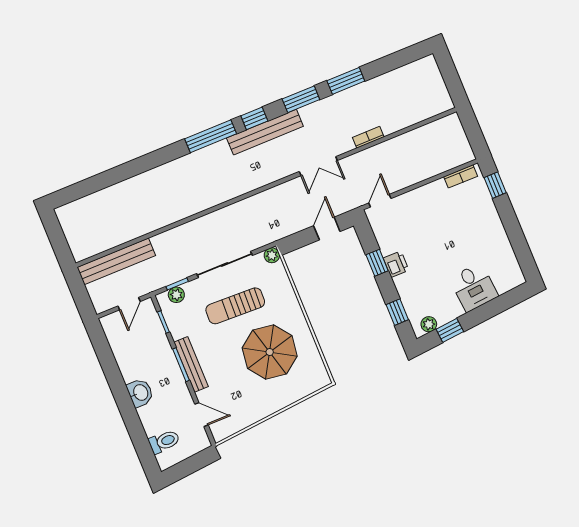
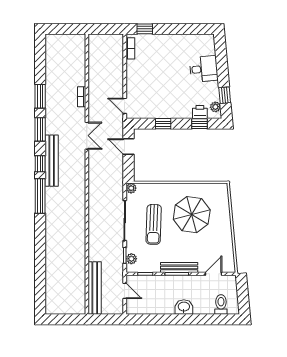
printer: (396, 264) -> (200, 112), moved

